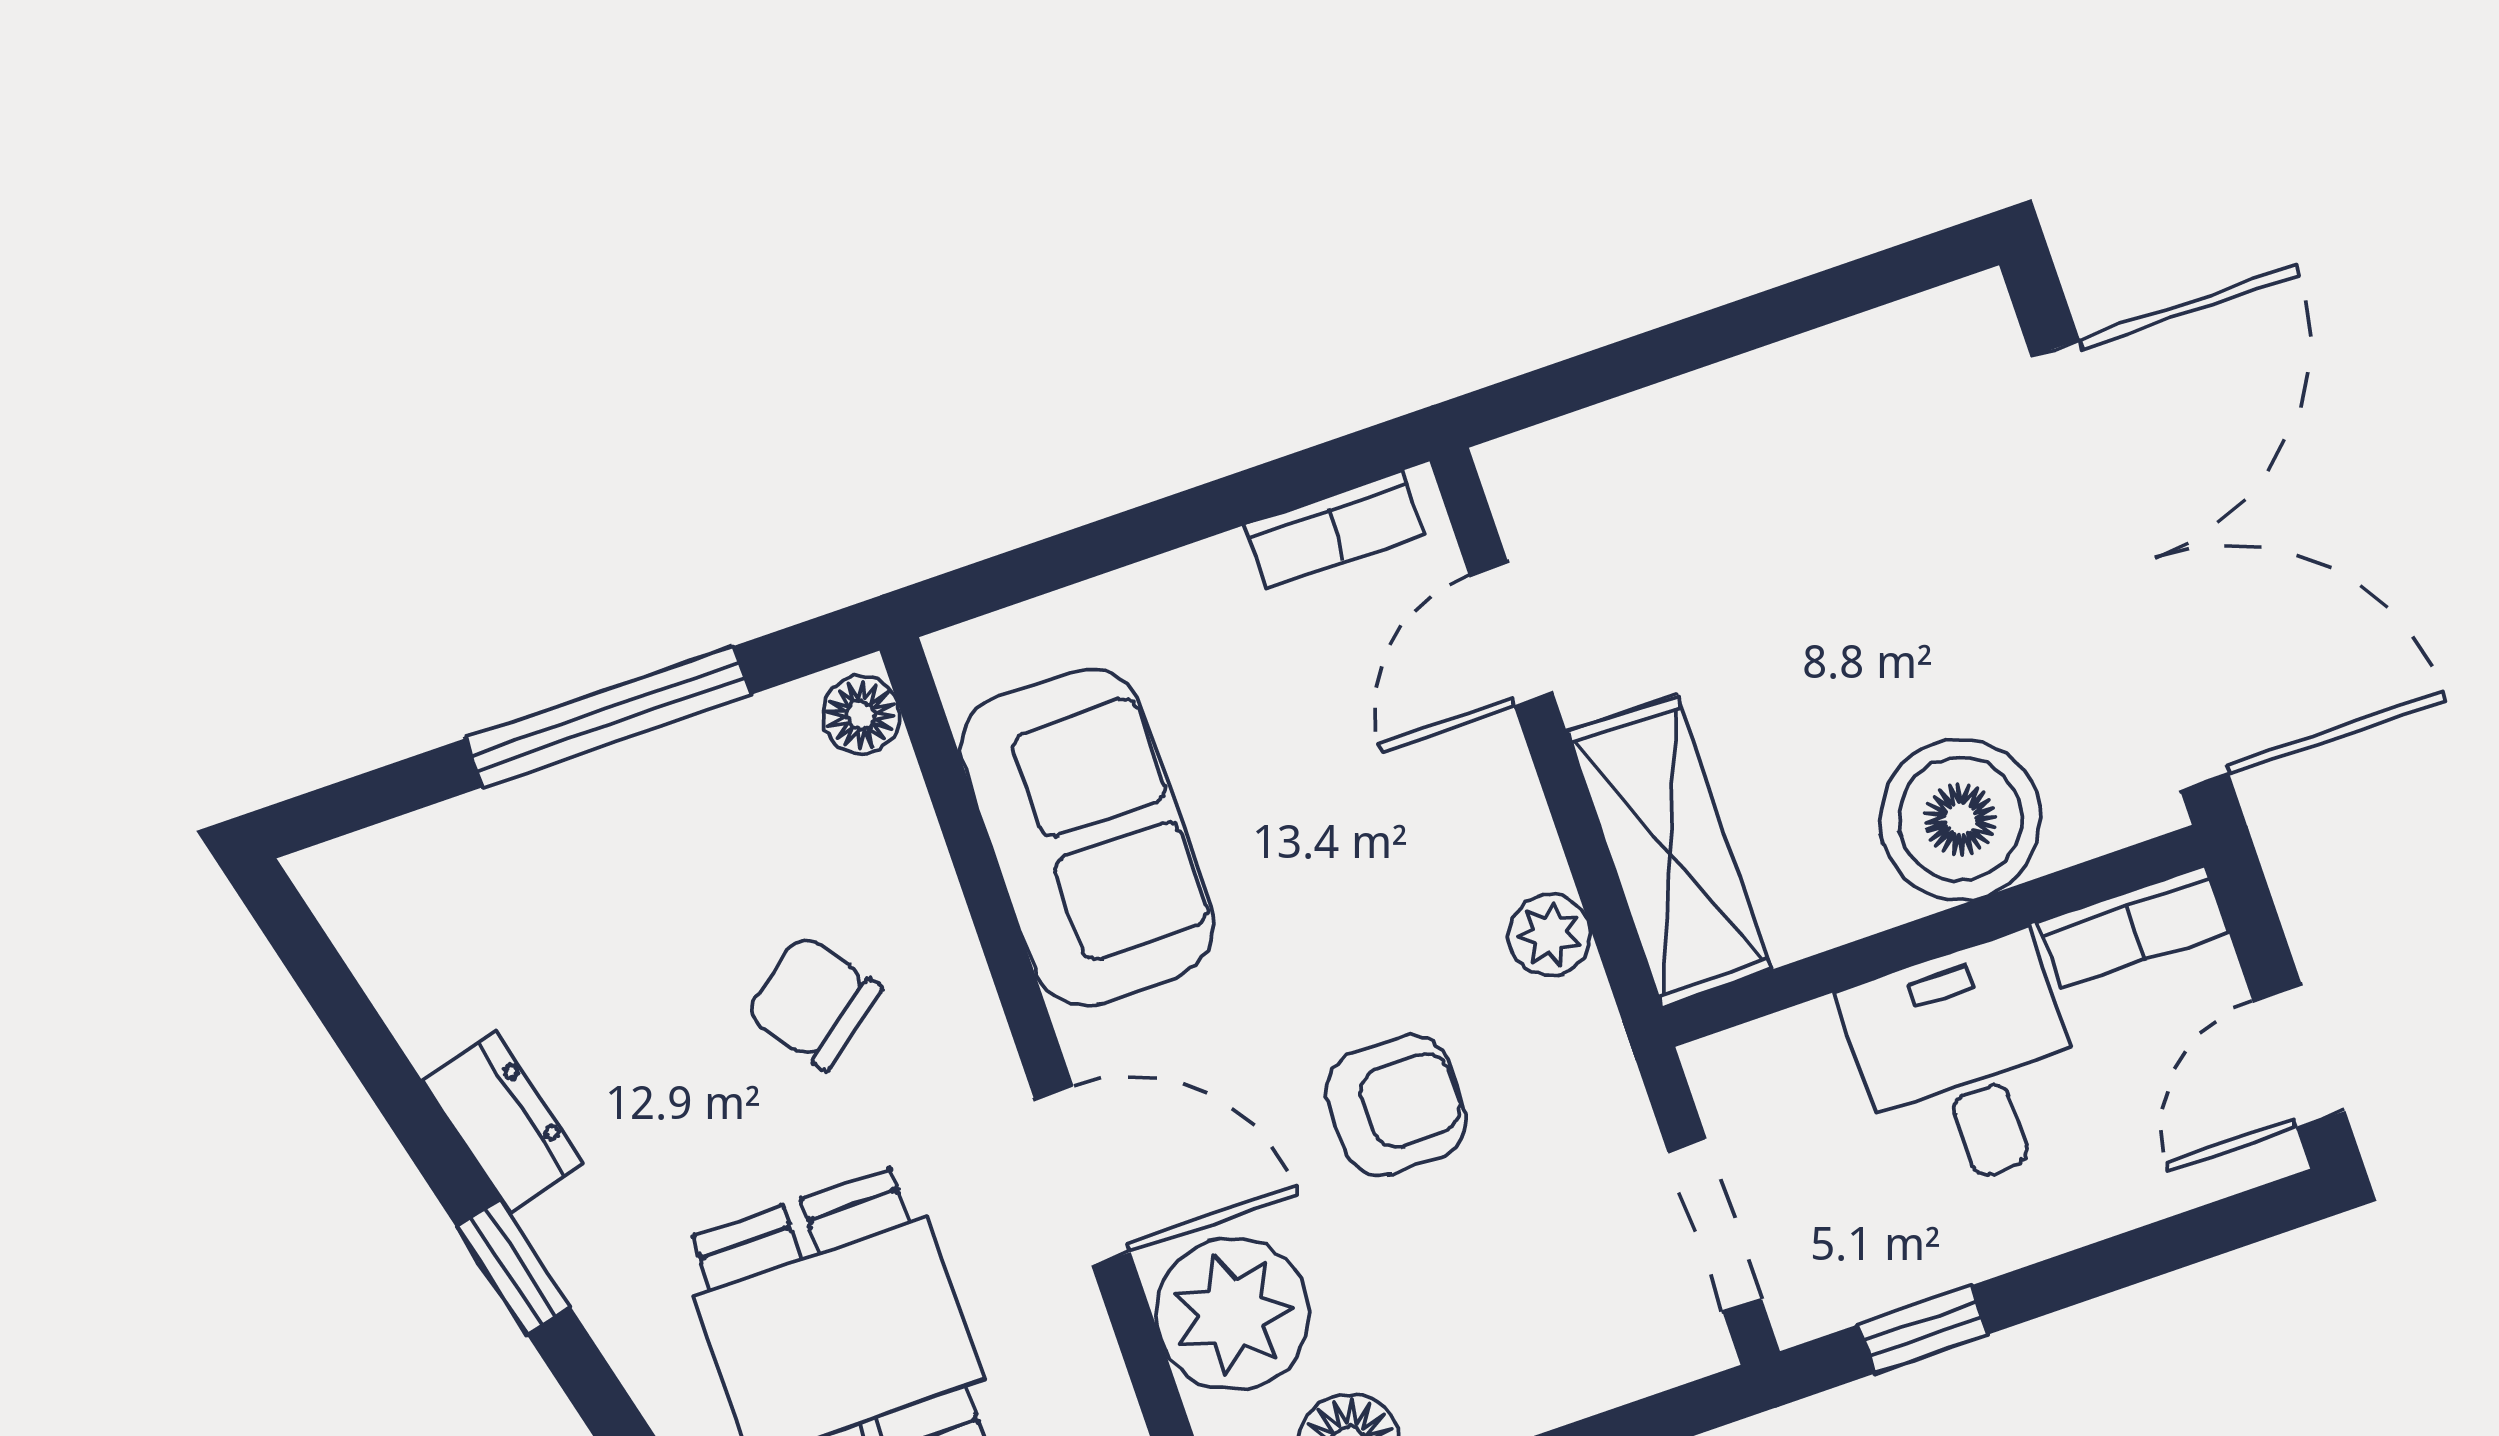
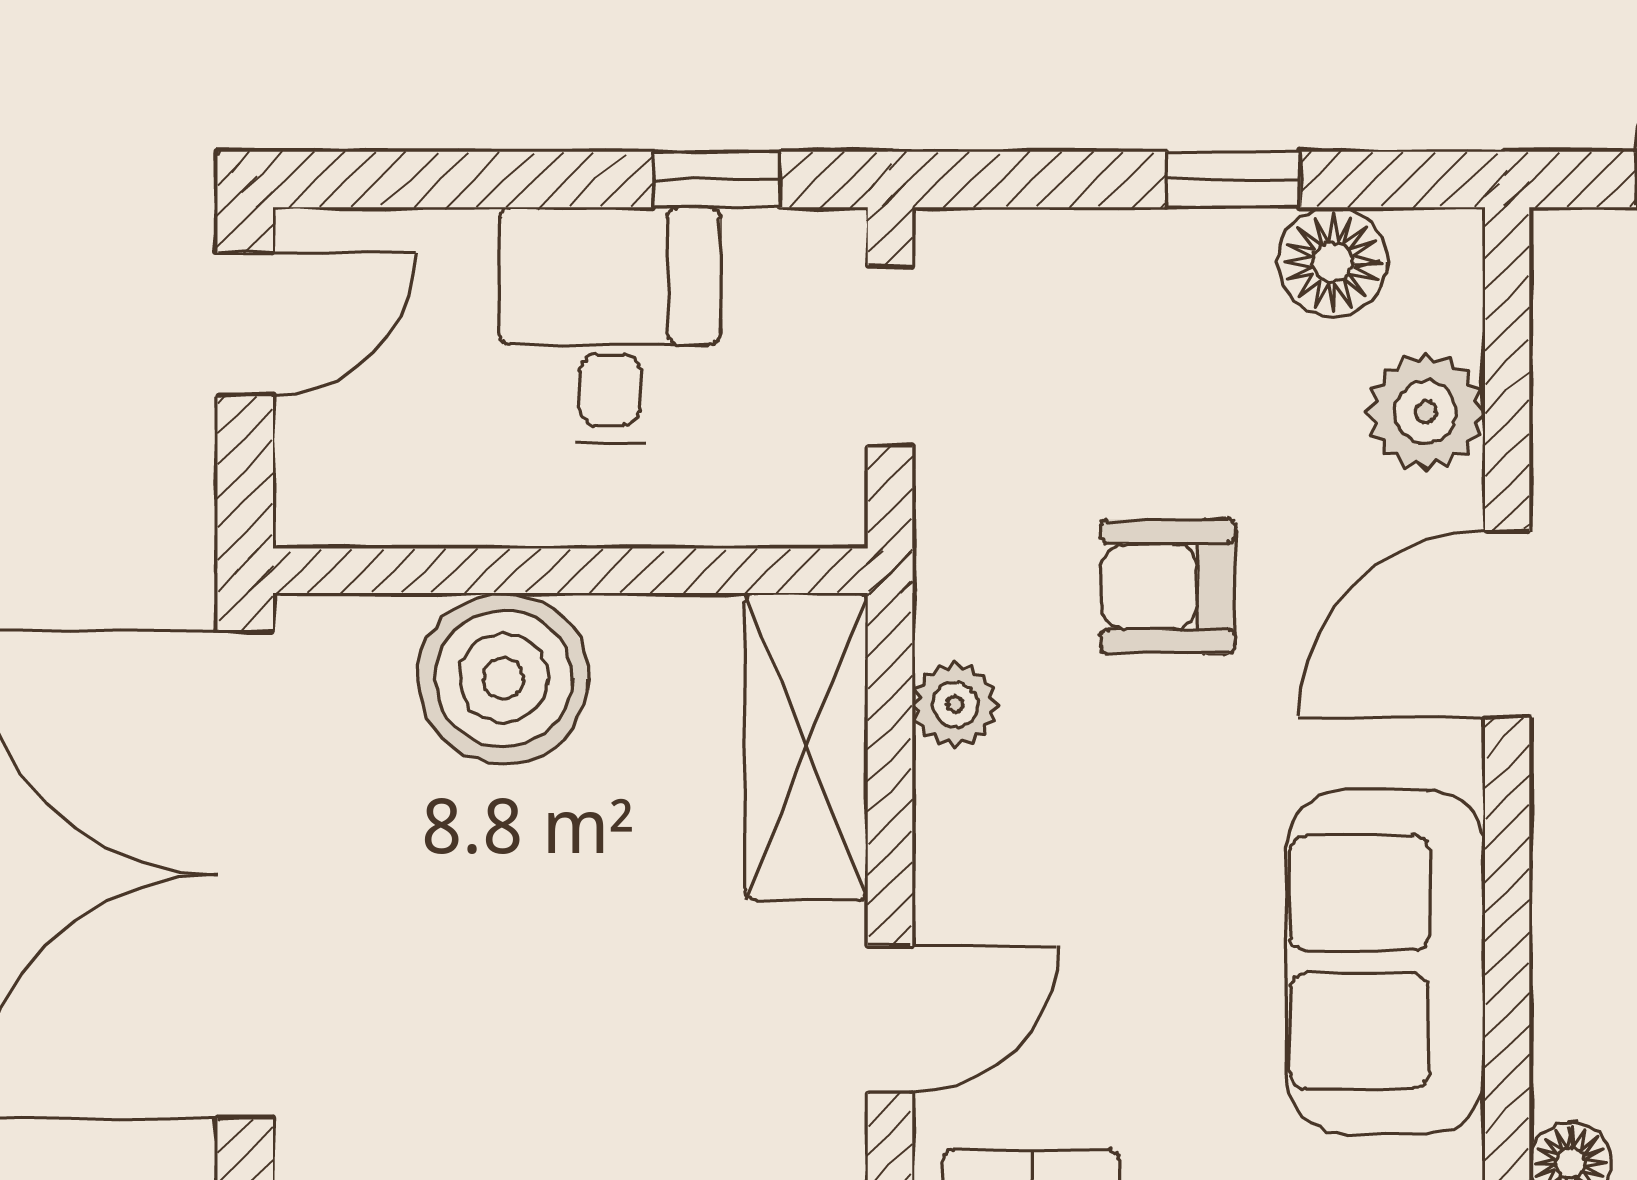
bookcase: (2133, 927) -> (367, 511), removed
desk: (1968, 1064) -> (610, 326), moved, turned 180
door: (1082, 1176) -> (1507, 624), hinge flipped
plant: (1233, 1314) -> (1426, 412), width x0.73, depth x0.73

